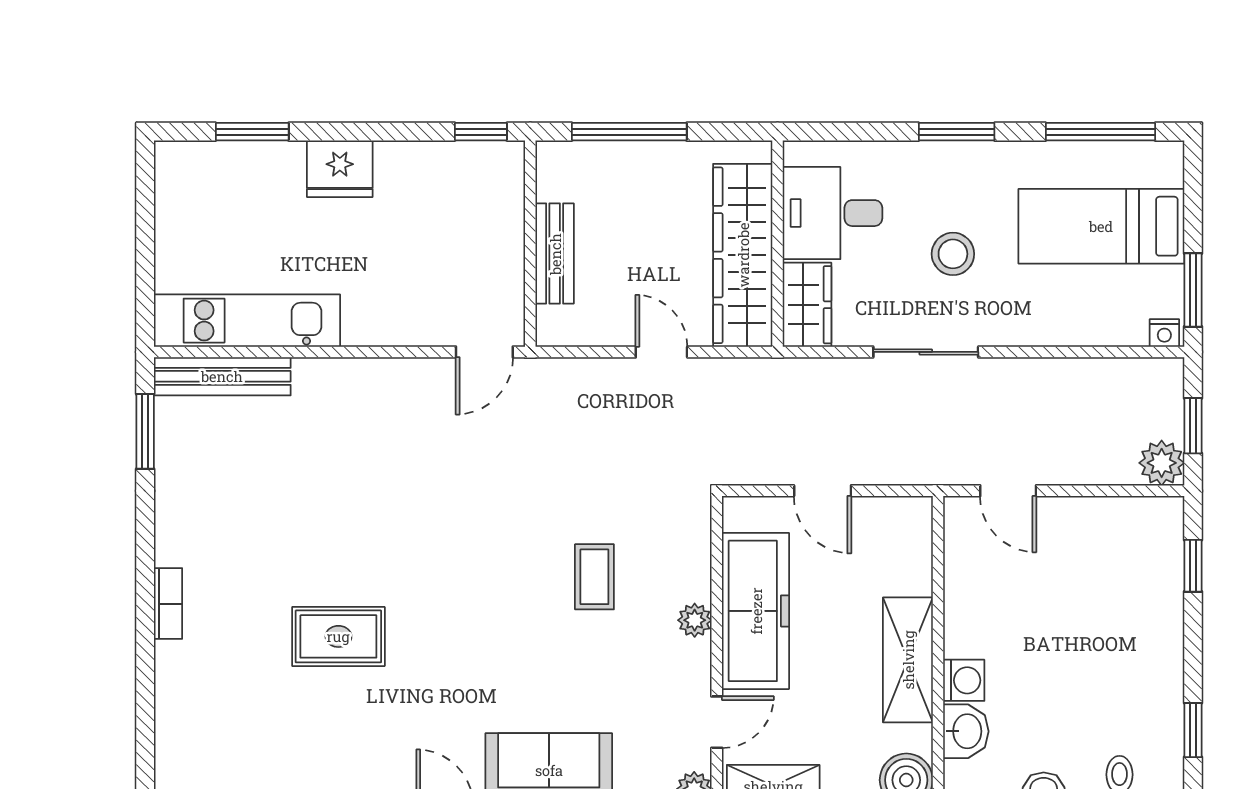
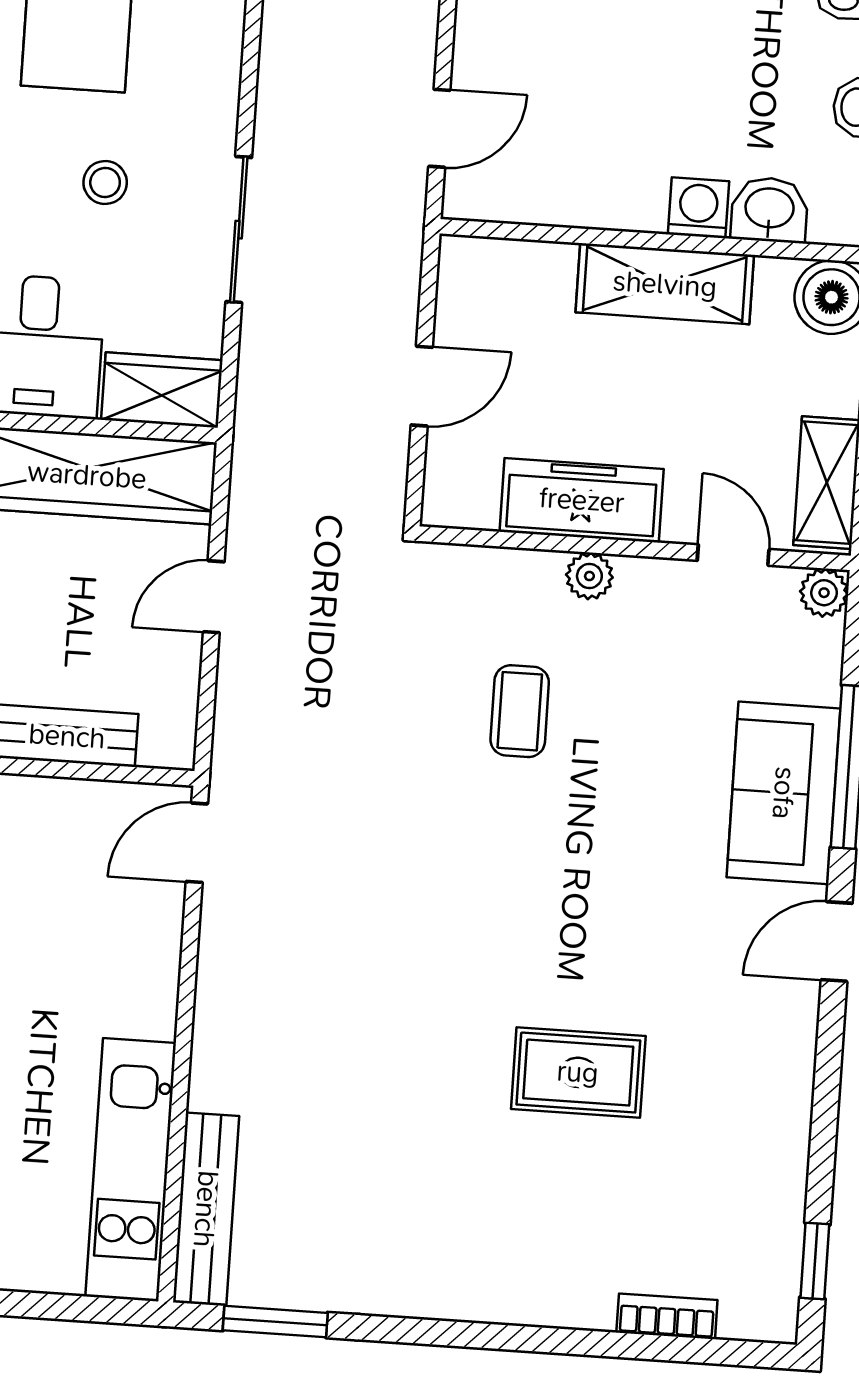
stool: (953, 254) -> (105, 182), width x0.73, depth x0.73
door: (484, 352) -> (197, 843), swing flipped
coffee table: (594, 577) -> (520, 711), turned 90
bookcase: (168, 604) -> (667, 1316), moved
freezer: (756, 611) -> (582, 500), width x0.73, depth x0.79
rug: (338, 636) -> (578, 1072), turned 90

